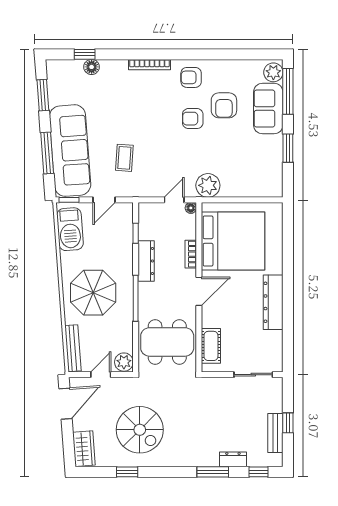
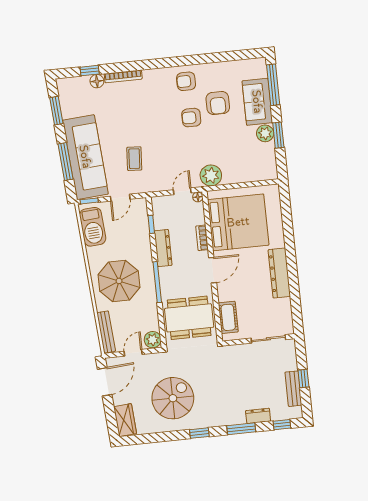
bookcase: (149, 65) -> (123, 76), moved
plant: (273, 72) -> (265, 133), moved
spiral stairs: (140, 430) -> (173, 398), turned -90
window: (127, 472) -> (199, 433), moved

